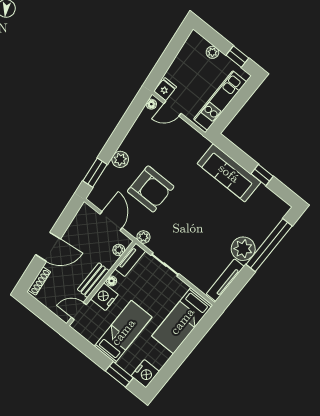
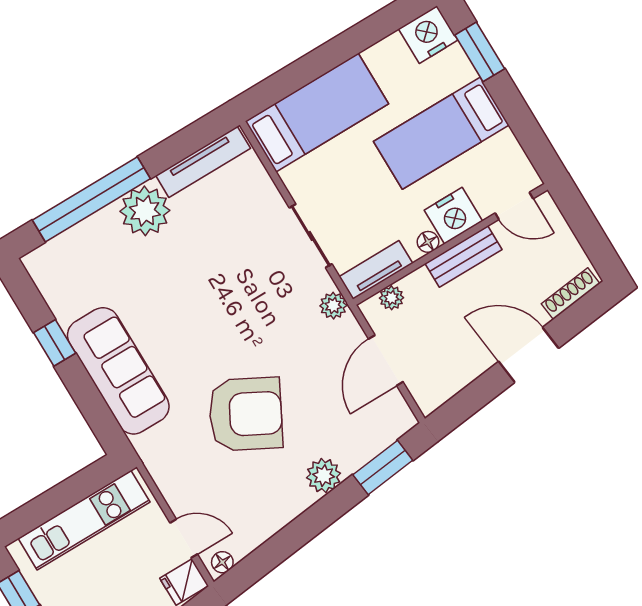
armchair: (151, 189) -> (246, 414), moved, turned 118

